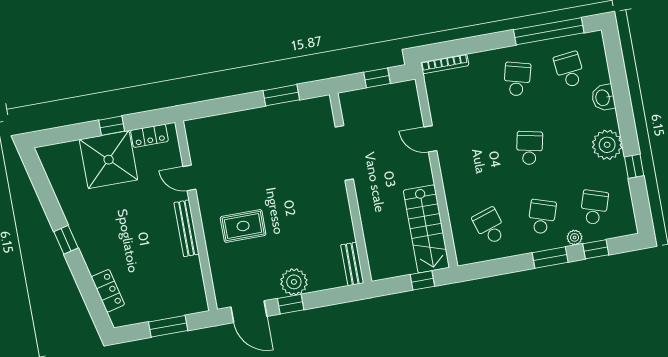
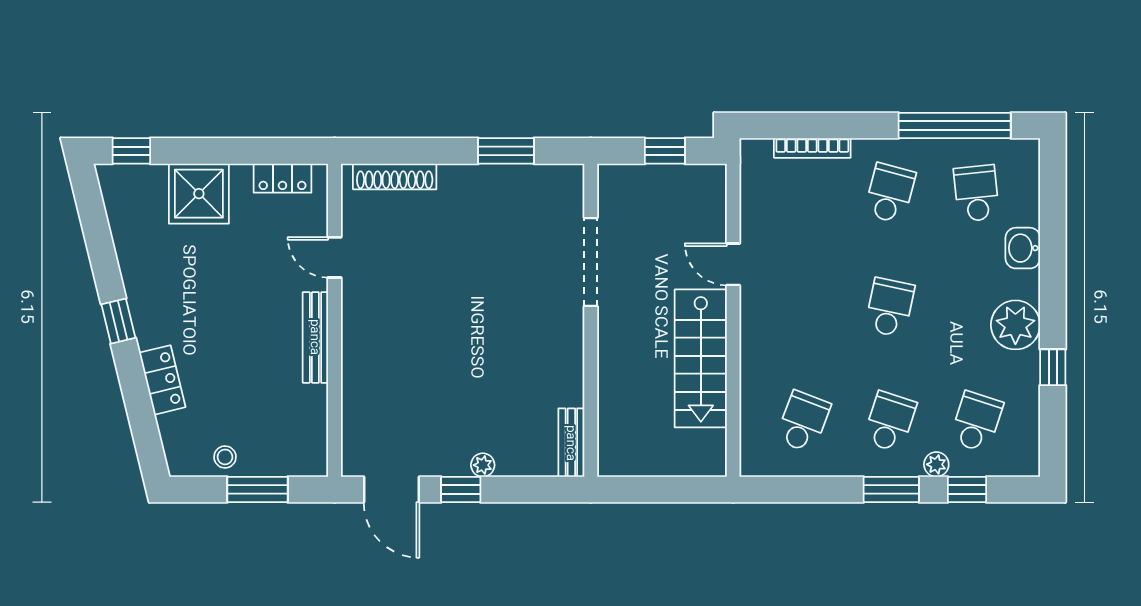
bookcase: (445, 64) -> (812, 148), moved
shoe rack: (217, 123) -> (395, 176), added
window: (112, 126) -> (131, 151), moved
shower: (109, 160) -> (199, 194), width x0.73, depth x0.73
rug: (243, 226) -> (407, 350), removed
school desk: (490, 226) -> (803, 422), turned 39
stairs: (426, 229) -> (701, 358), moved
window: (422, 280) -> (679, 489), removed
plant: (294, 282) -> (483, 465), width x0.53, depth x0.53
locker: (108, 291) -> (162, 380), moved
stool: (145, 310) -> (225, 457), added

